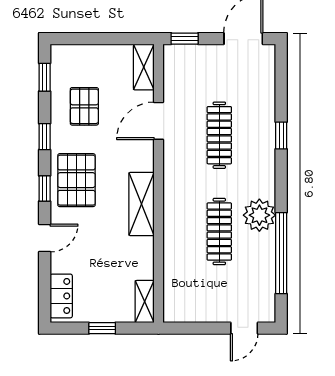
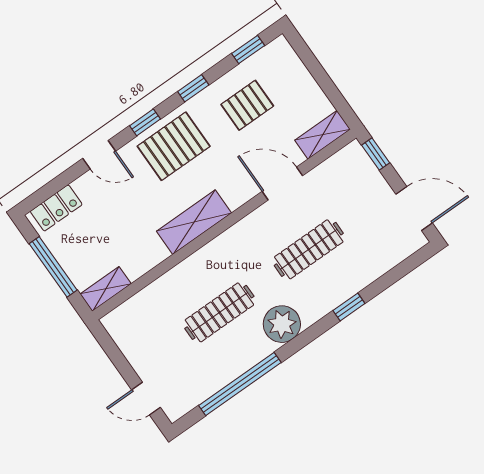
plant: (259, 215) -> (282, 324), moved
window: (102, 328) -> (53, 267), width x2.17

